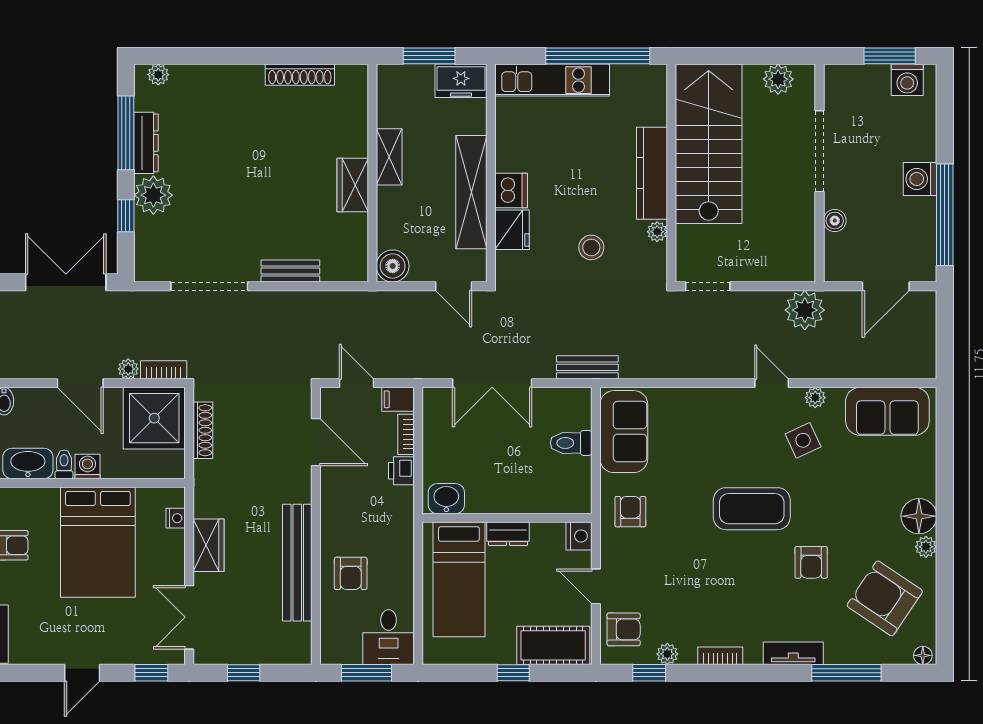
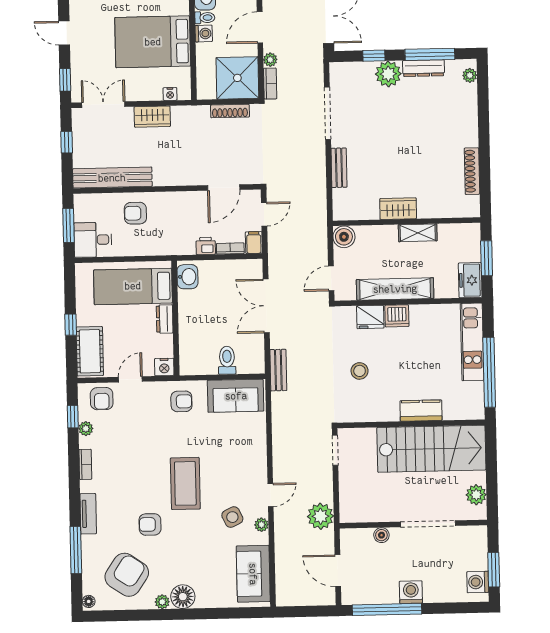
kitchen counter: (652, 173) -> (421, 411), width x0.67
plant: (657, 232) -> (371, 415), removed
bench: (297, 563) -> (112, 178), moved

